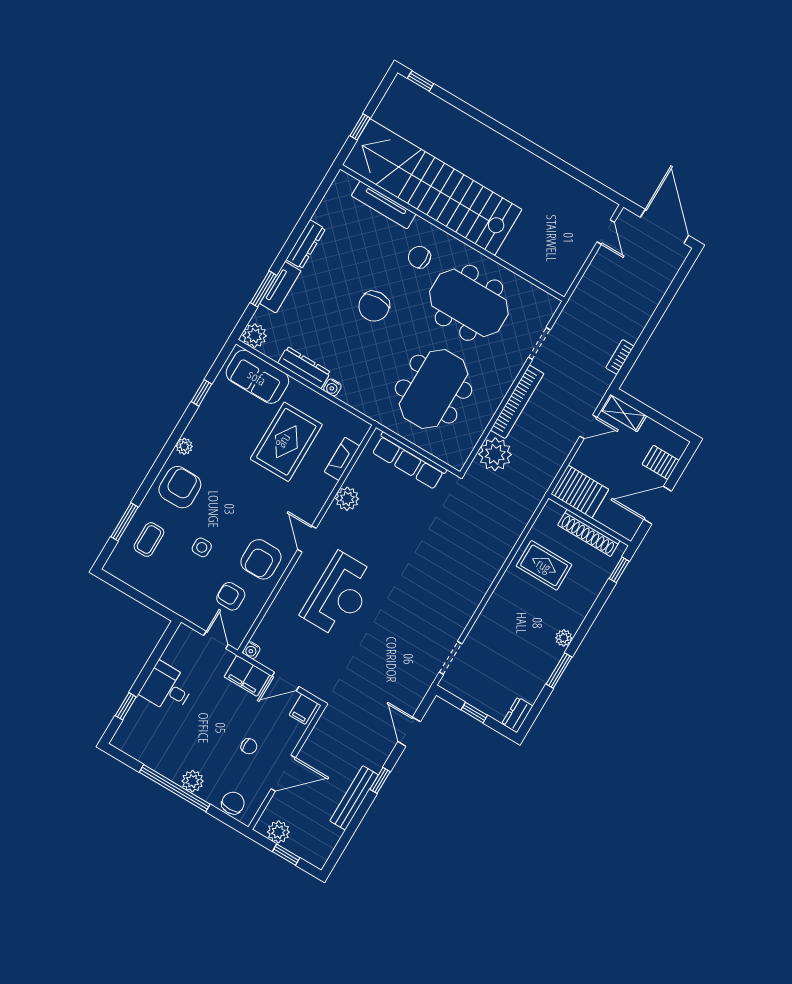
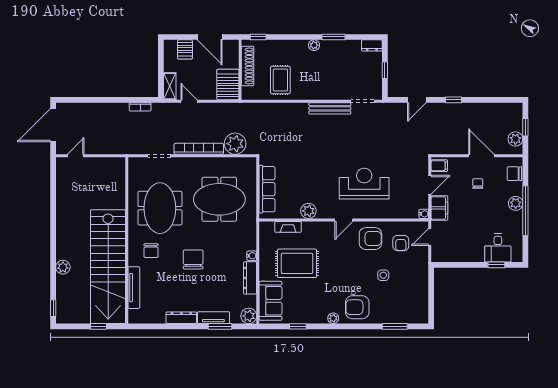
plant: (467, 127) -> (63, 267), added
chair: (374, 306) -> (193, 260), turned -89
coffee table: (149, 540) -> (396, 307), removed
door: (285, 681) -> (430, 185), hinge flipped
desk: (167, 688) -> (498, 248), moved
bench: (354, 798) -> (330, 108), moved

